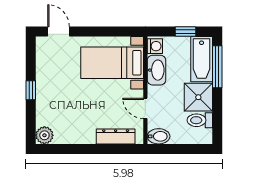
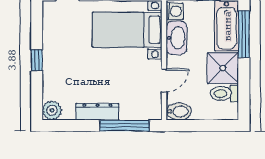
door: (145, 108) -> (164, 80), swing flipped
dresser: (116, 137) -> (97, 112), moved
window: (110, 149) -> (125, 126), added

